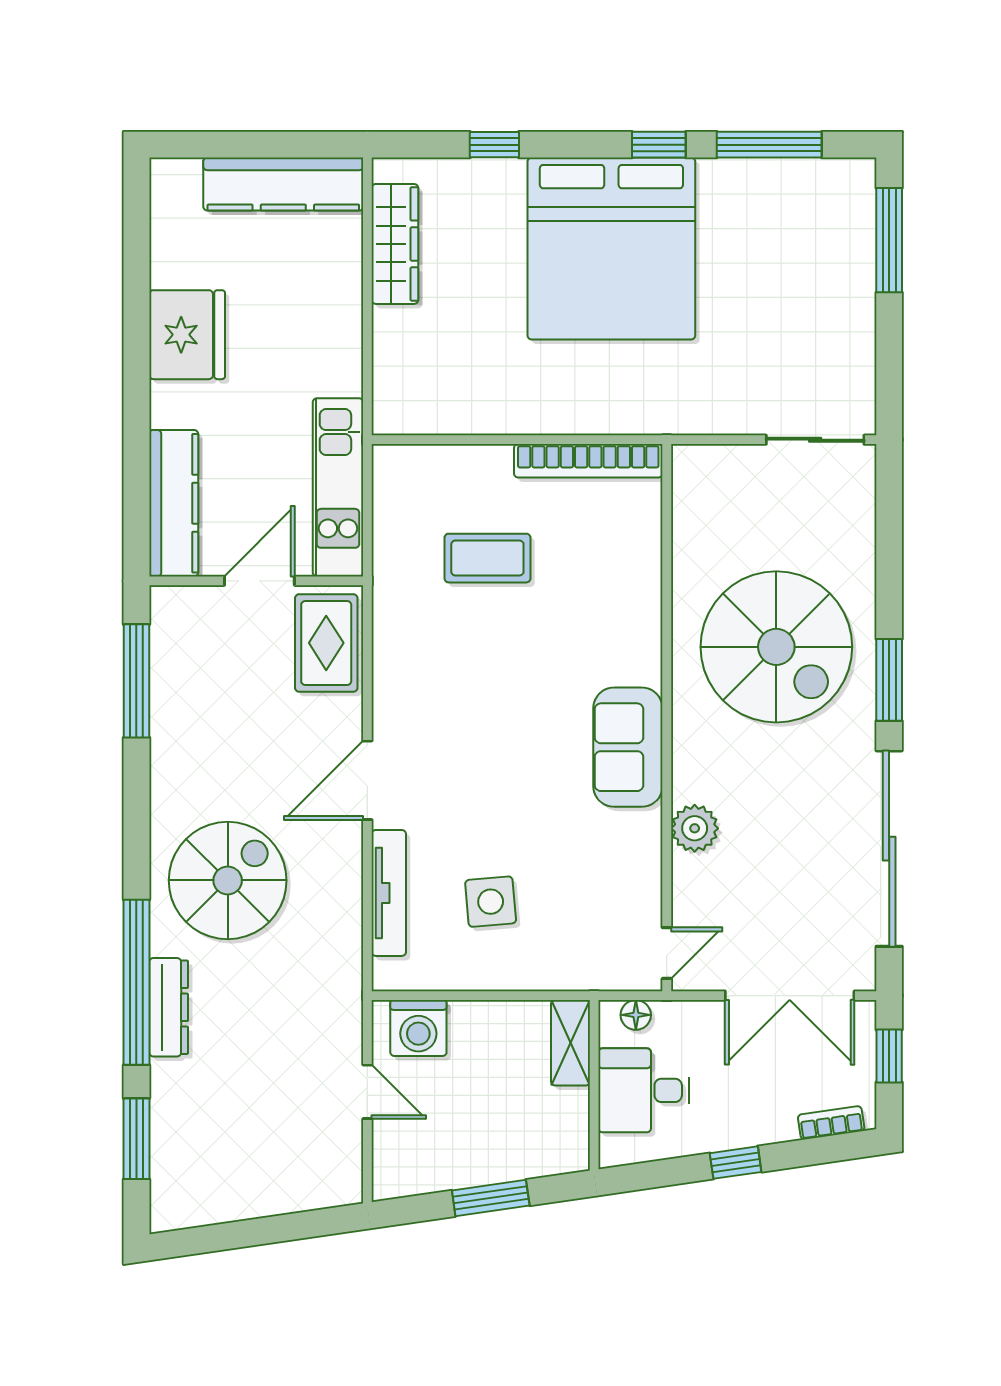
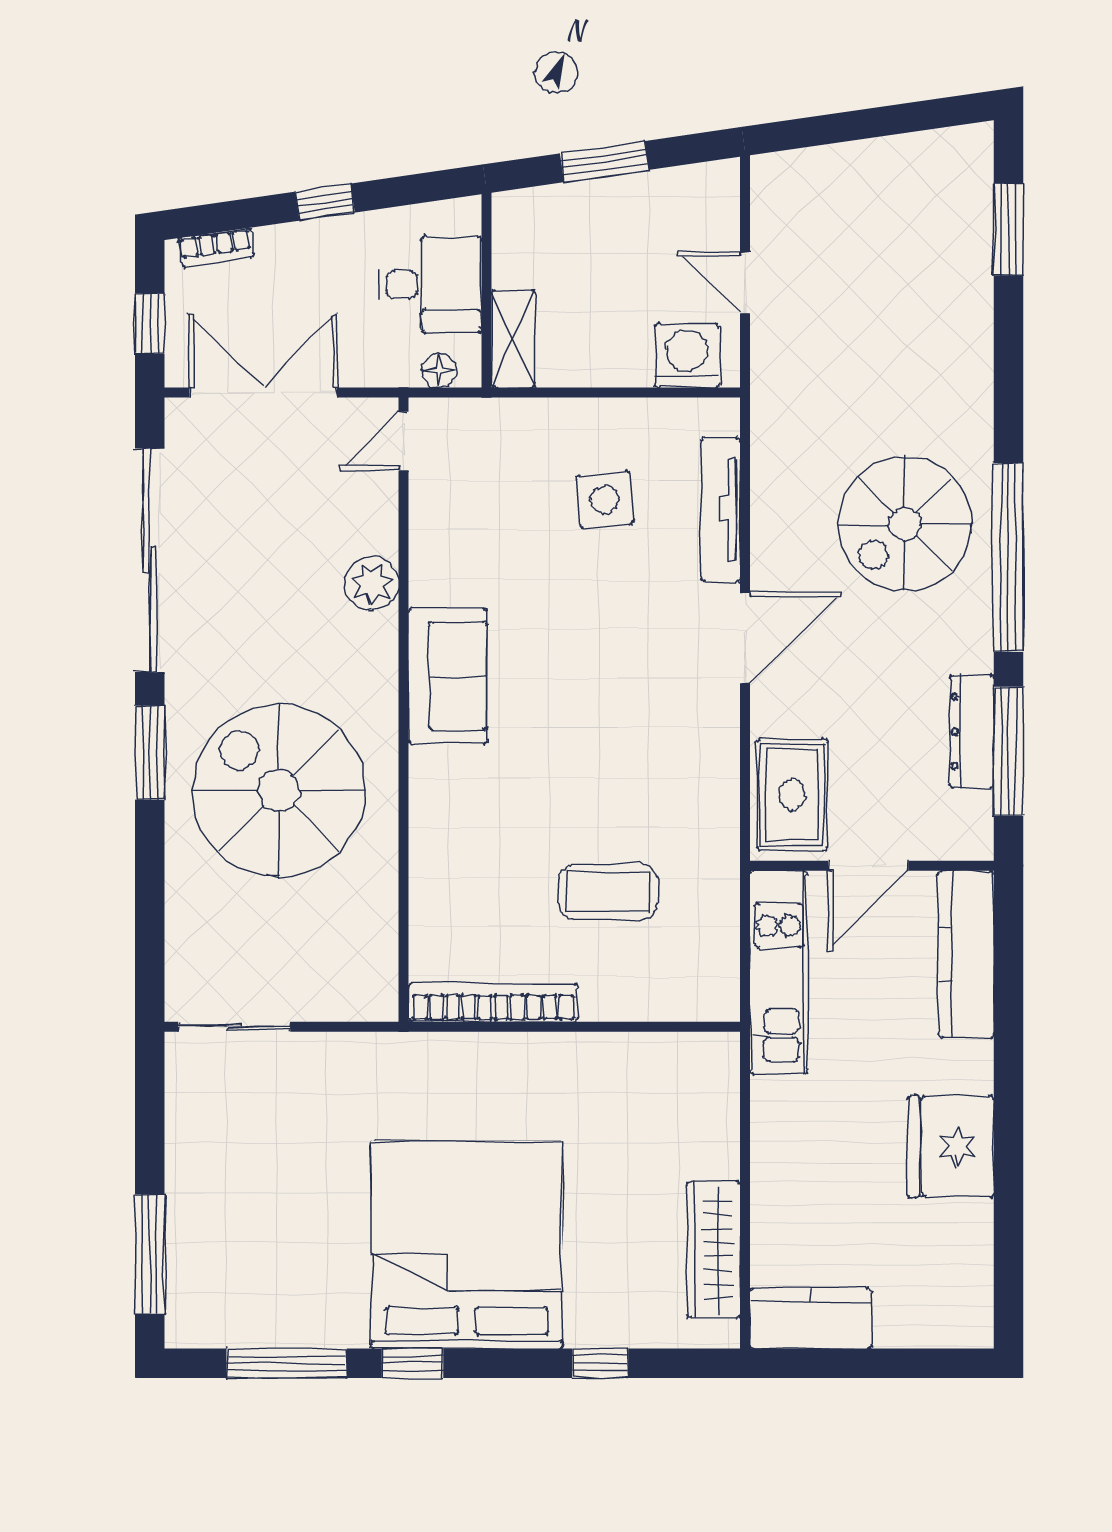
kitchen counter: (283, 184) -> (811, 1318), width x0.67
window: (136, 982) -> (1008, 557), moved
dresser: (169, 1007) -> (972, 732), moved

